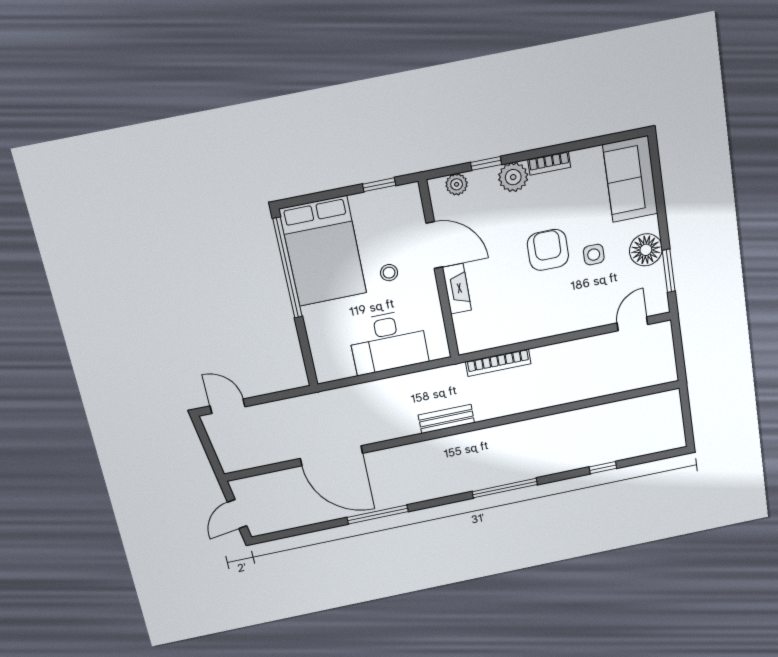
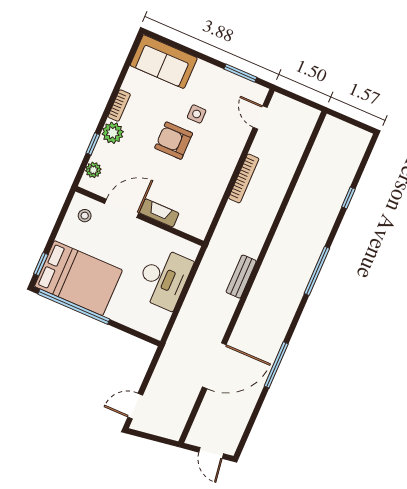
window: (379, 185) -> (41, 264), moved
floor lamp: (646, 250) -> (216, 79), removed
stool: (389, 273) -> (85, 216), moved
bookcase: (498, 363) -> (244, 178), moved

